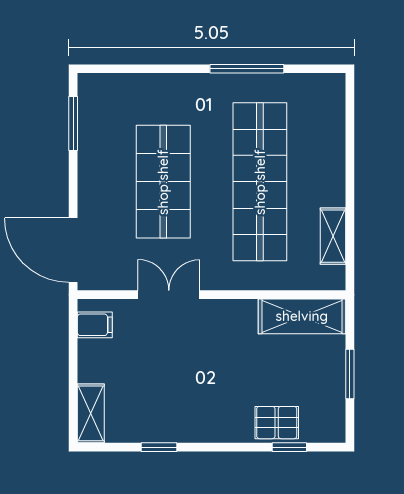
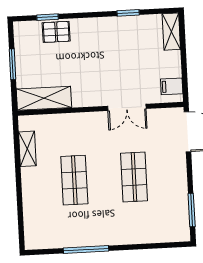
shop shelf: (163, 182) -> (134, 177), width x0.70, depth x0.74
shop shelf: (260, 182) -> (74, 180), width x0.50, depth x0.74

